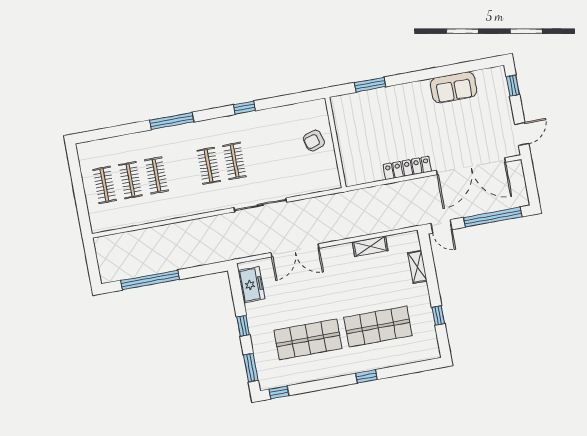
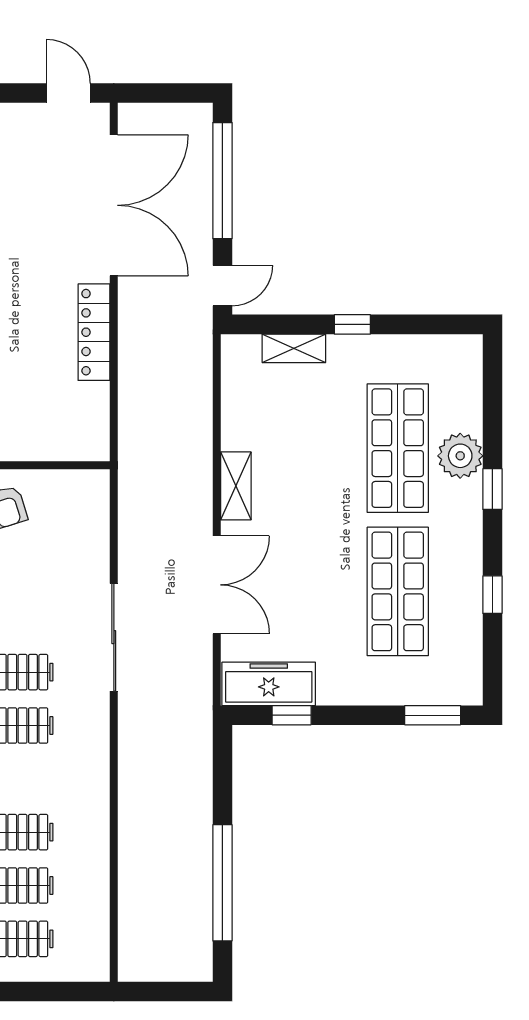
shelving: (370, 246) -> (236, 486), moved
freezer: (251, 285) -> (269, 684), width x1.40
window: (438, 315) -> (352, 324), moved
window: (243, 326) -> (292, 715), moved
plant: (380, 358) -> (460, 456), added
window: (279, 392) -> (492, 595), moved

